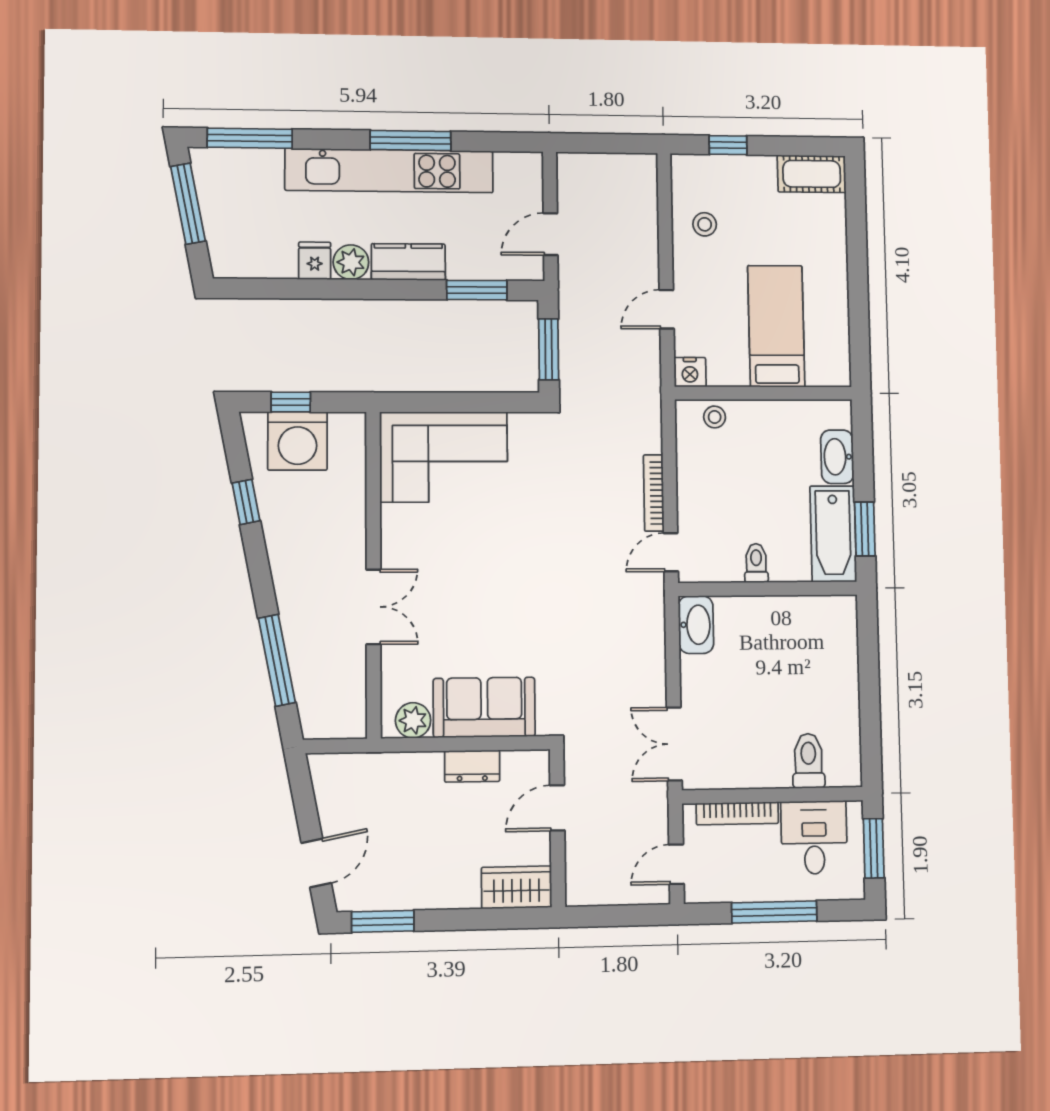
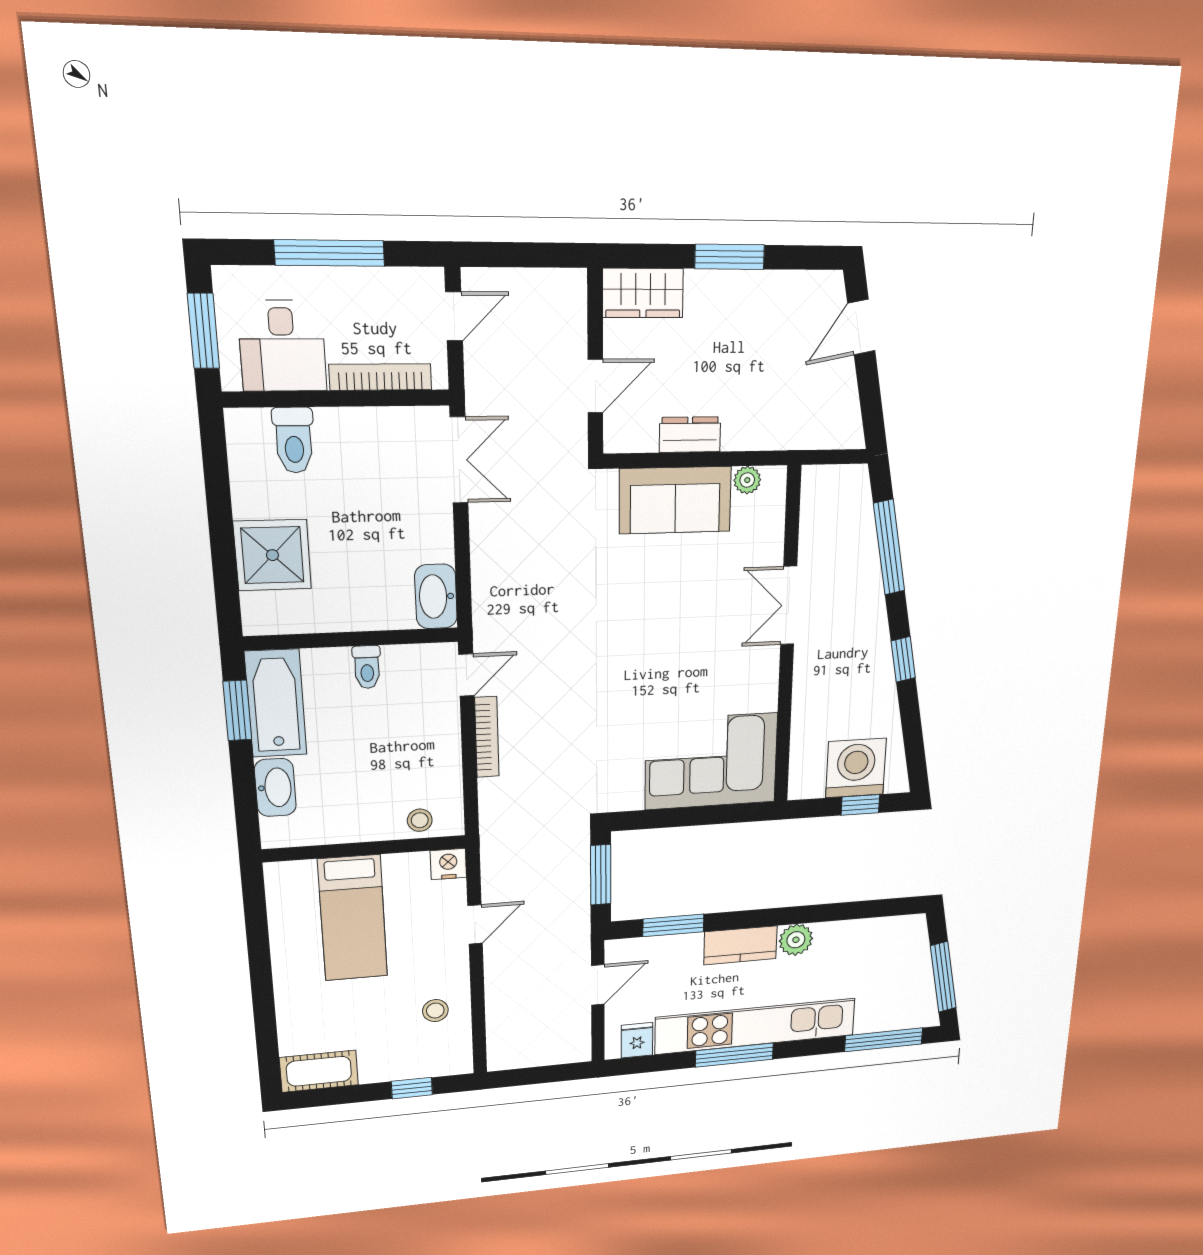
fridge: (315, 261) -> (637, 1040), moved, turned 180
window: (246, 502) -> (903, 659), moved
shower: (830, 664) -> (272, 555), added
plant: (413, 720) -> (747, 480), width x0.73, depth x0.73
window: (383, 921) -> (730, 257), moved

